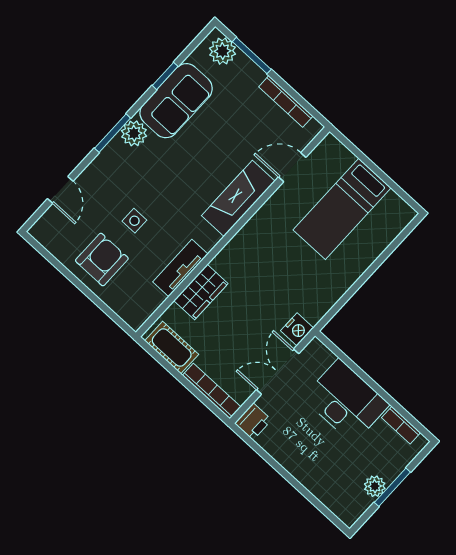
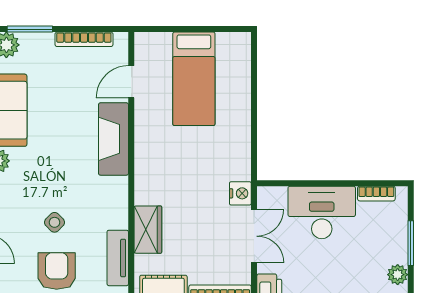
side table: (134, 221) -> (54, 222), turned 45
tv unit: (180, 268) -> (118, 258), moved
double door: (278, 372) -> (254, 236), swing flipped
plant: (375, 486) -> (398, 275), moved

